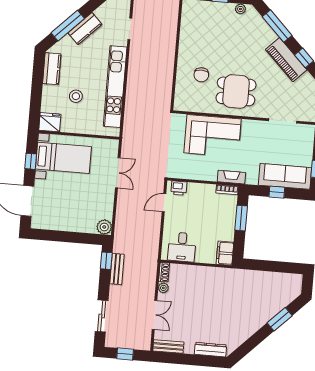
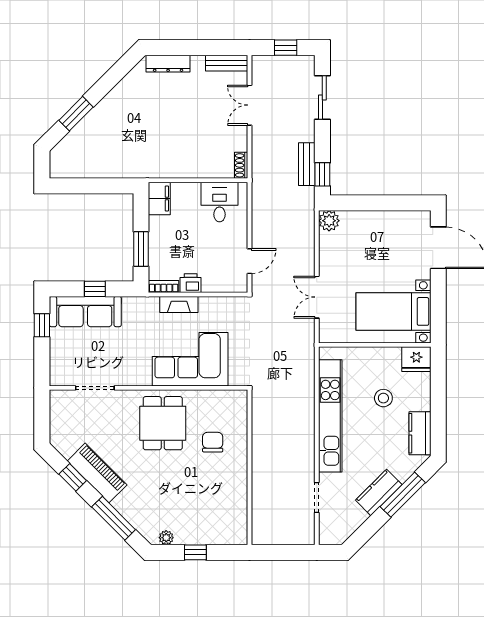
dining table: (236, 91) -> (163, 423), turned 90
window: (31, 161) -> (438, 303), removed
fireplace: (231, 177) -> (179, 304), moved
printer: (179, 188) -> (191, 283), moved
plant: (163, 288) -> (240, 143), removed

